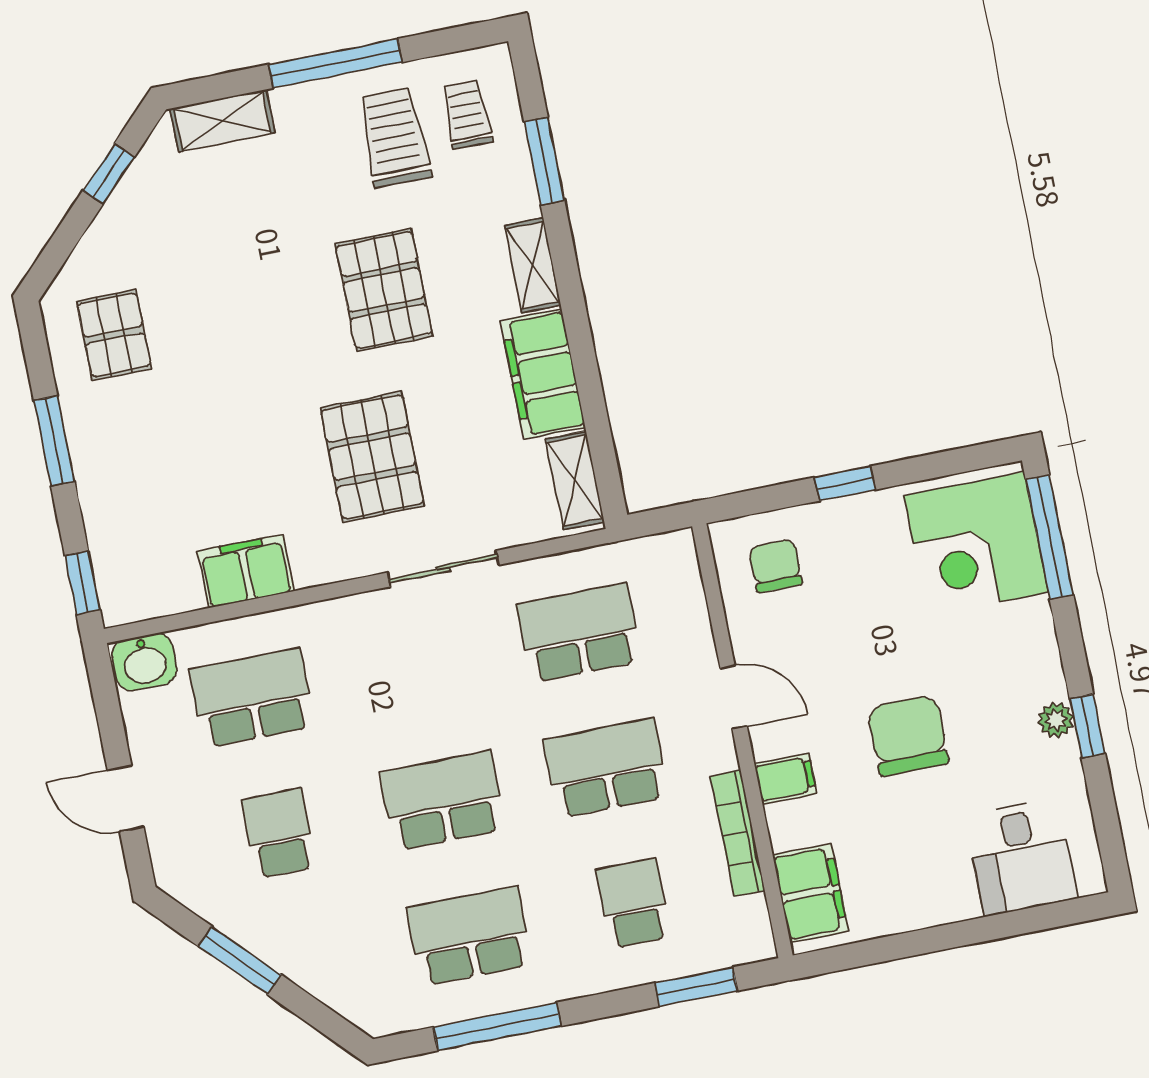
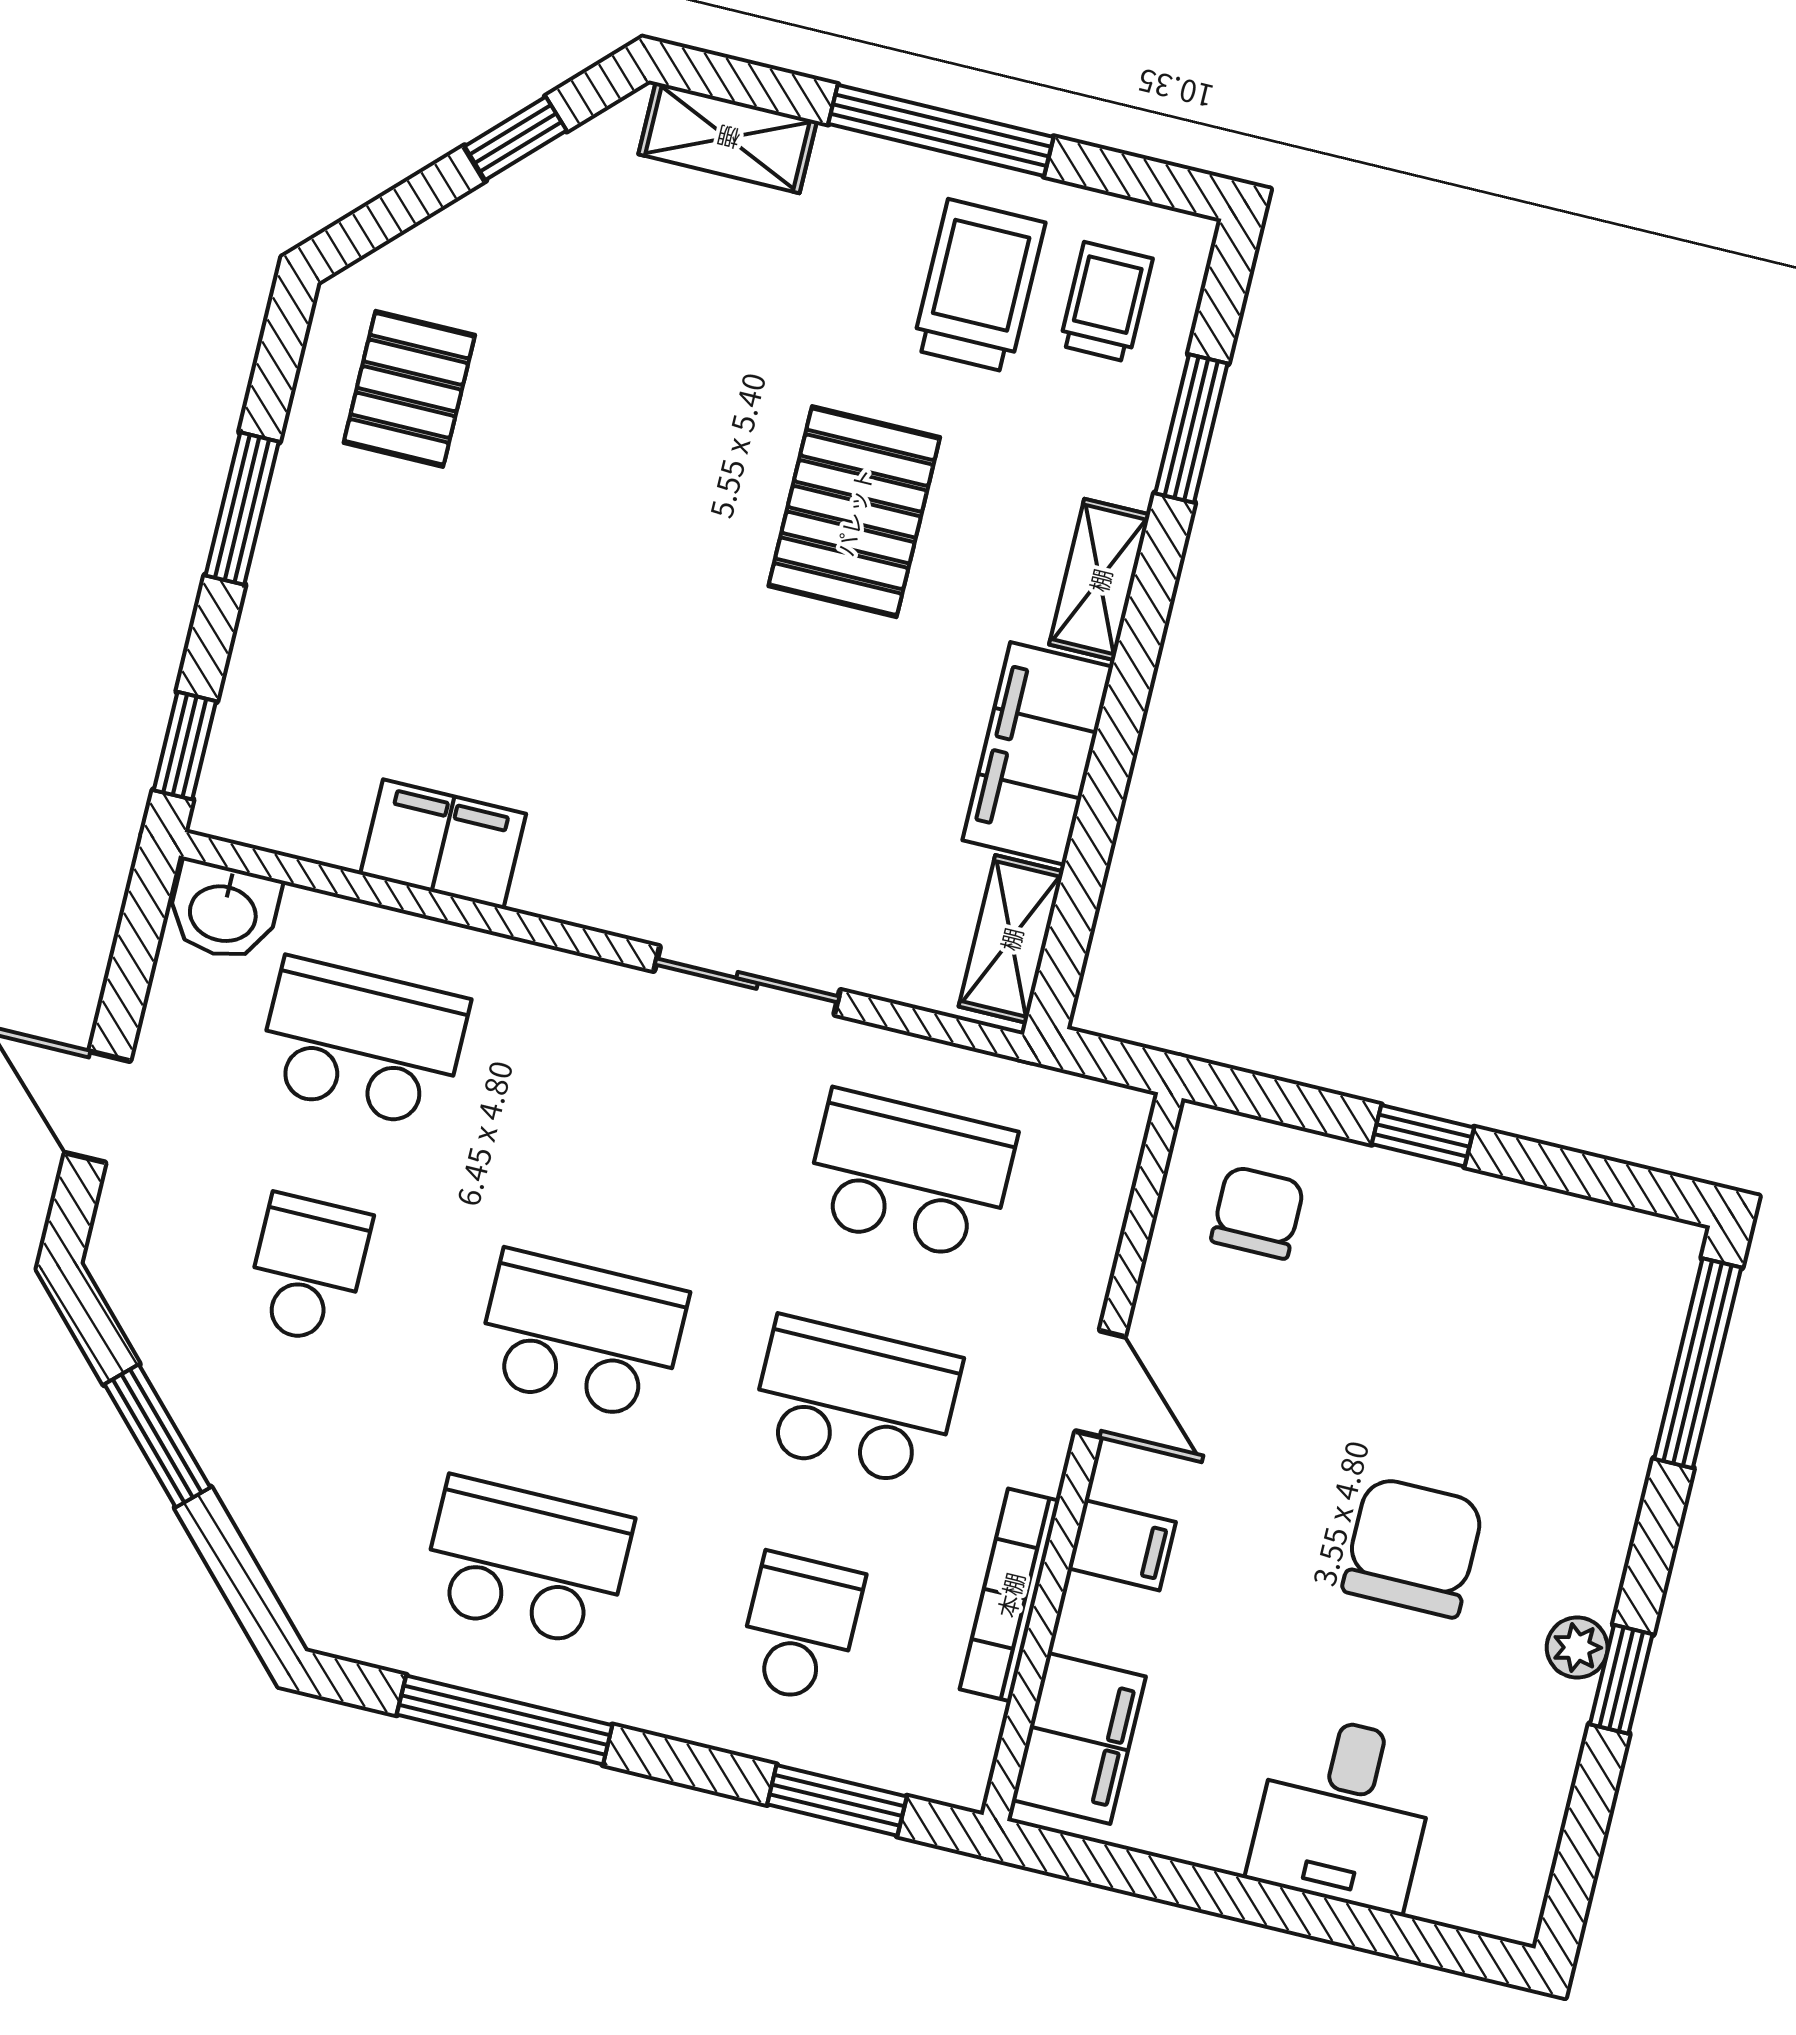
pallet: (372, 457) -> (718, 759), removed
corner desk: (976, 544) -> (1581, 1321), removed
chair: (908, 736) -> (1413, 1547), moved
desk: (1021, 857) -> (1344, 1812), moved

